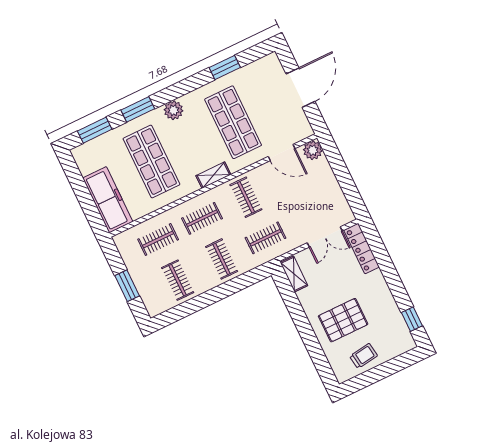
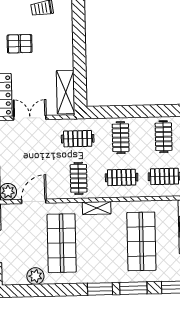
window: (225, 68) -> (100, 289), moved
plant: (174, 110) -> (35, 276), moved
door: (282, 152) -> (34, 201), hinge flipped
shelving: (294, 274) -> (66, 92), width x1.50, depth x1.33
pallet: (343, 320) -> (20, 44), moved, width x0.67, depth x0.71

